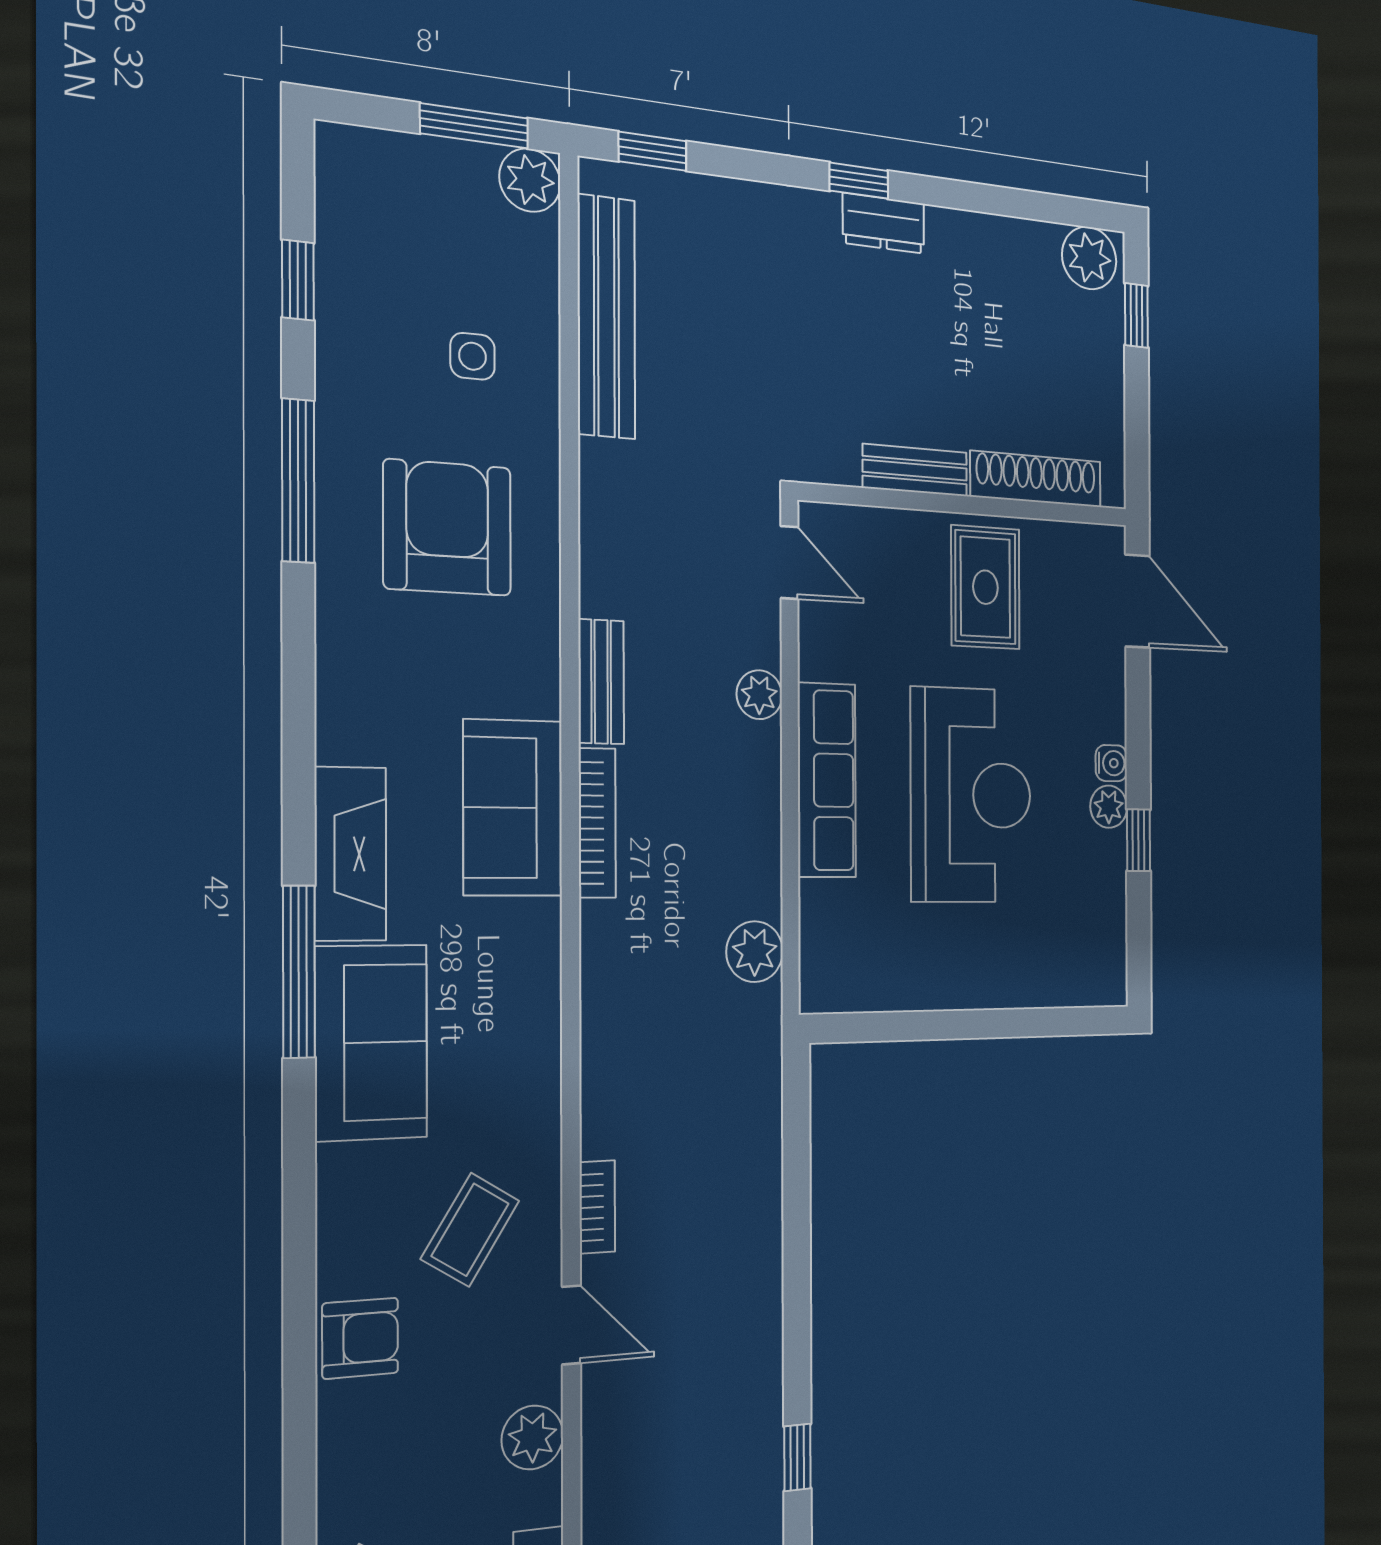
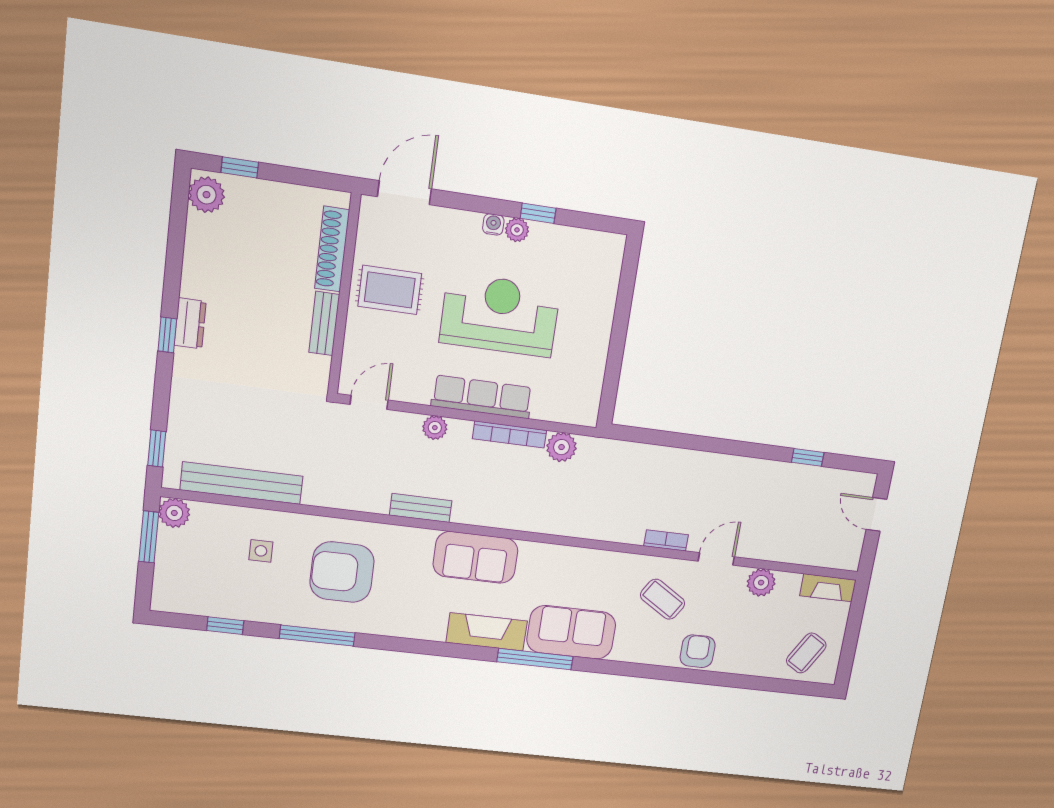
bookcase: (597, 823) -> (510, 434), moved, turned 180

